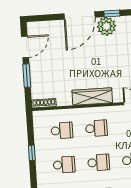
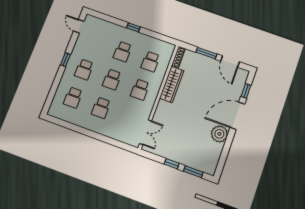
window: (112, 13) -> (246, 91), moved
door: (79, 16) -> (237, 116), hinge flipped
wardrobe: (92, 97) -> (172, 84), moved
window: (32, 153) -> (133, 27), moved

